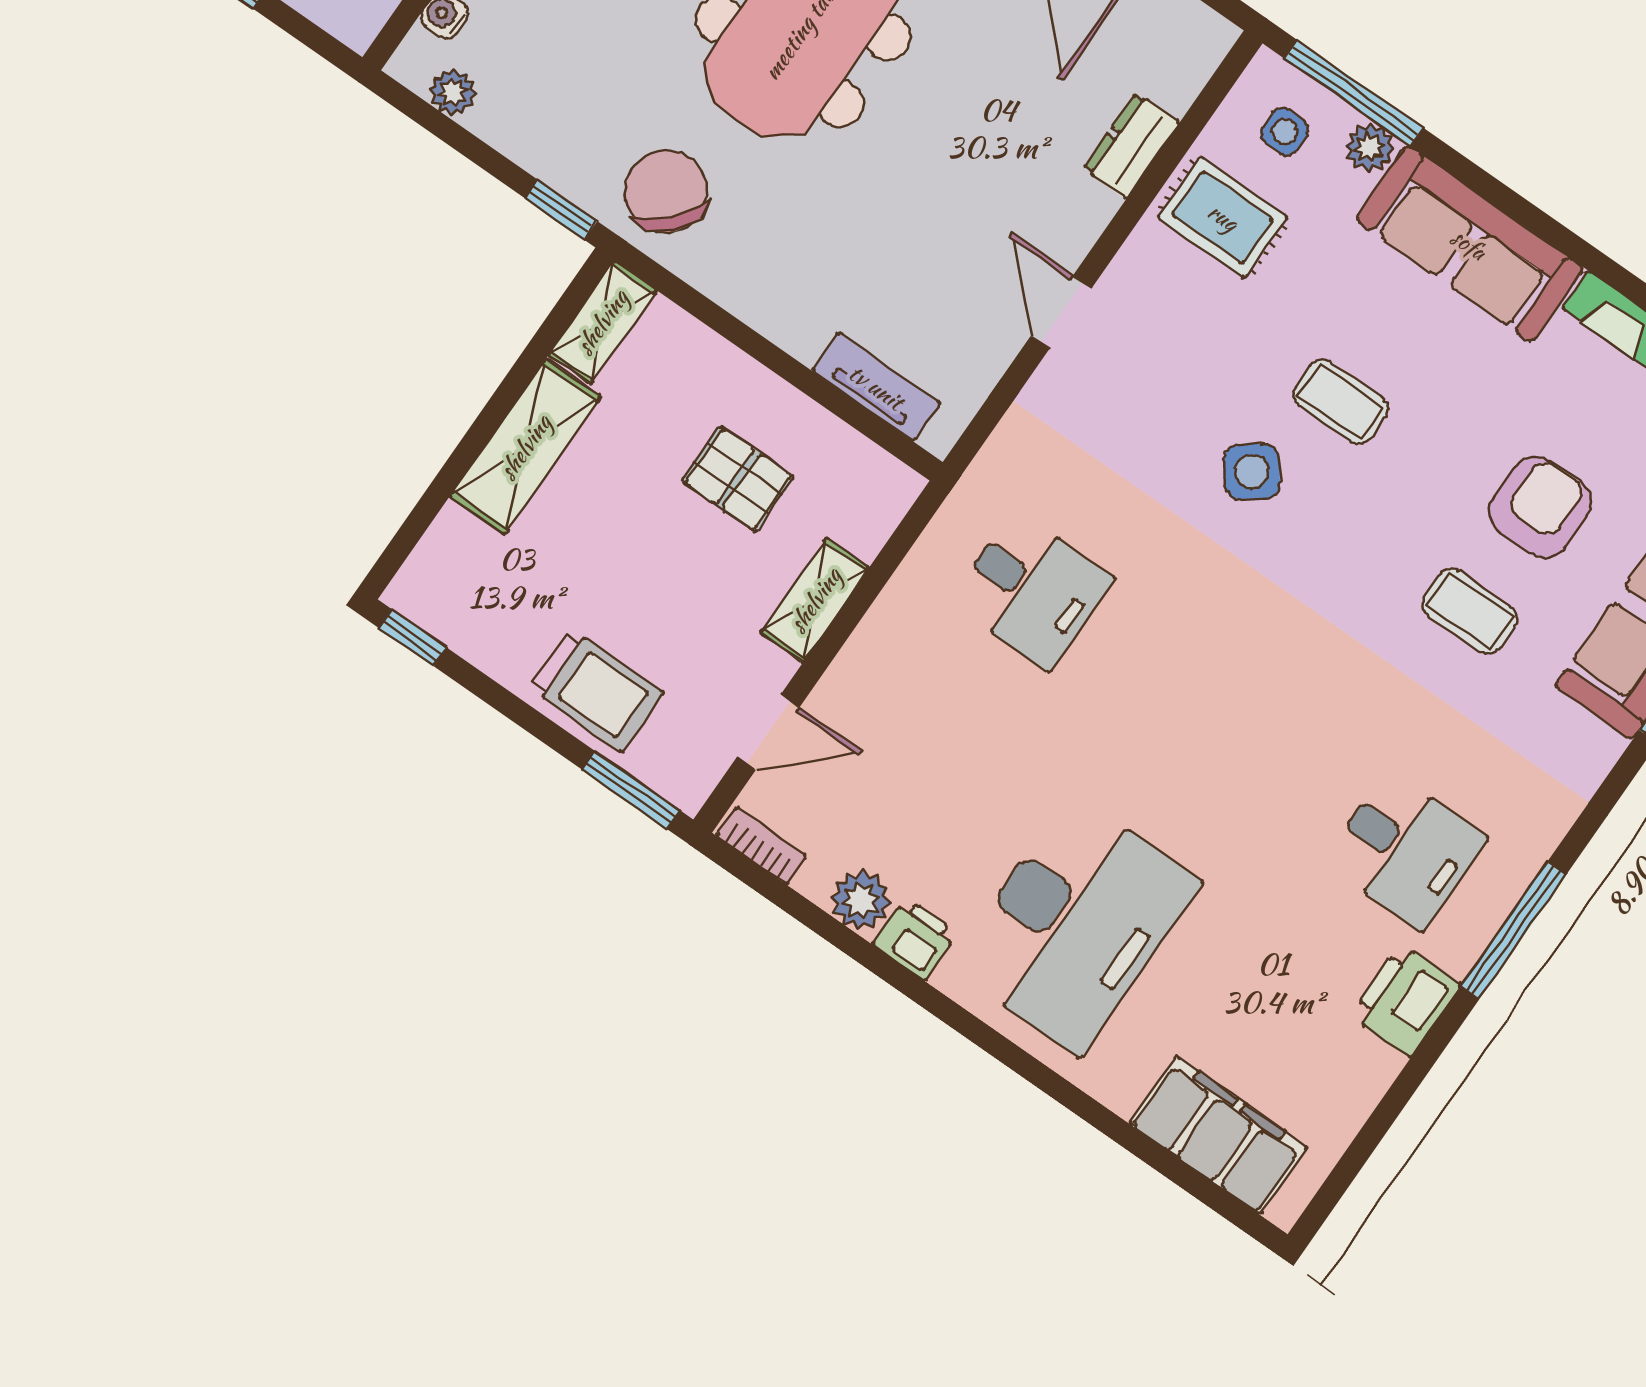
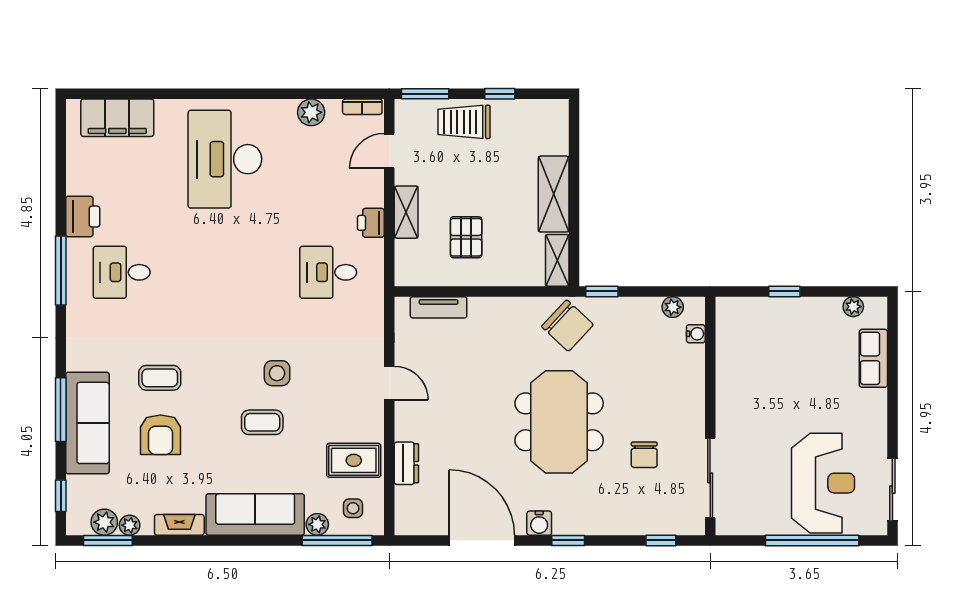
side table: (1252, 472) -> (277, 373), turned 38
pallet: (738, 479) -> (466, 237), turned 90
window: (413, 638) -> (500, 94), moved
printer: (915, 939) -> (371, 223), moved, turned 90

